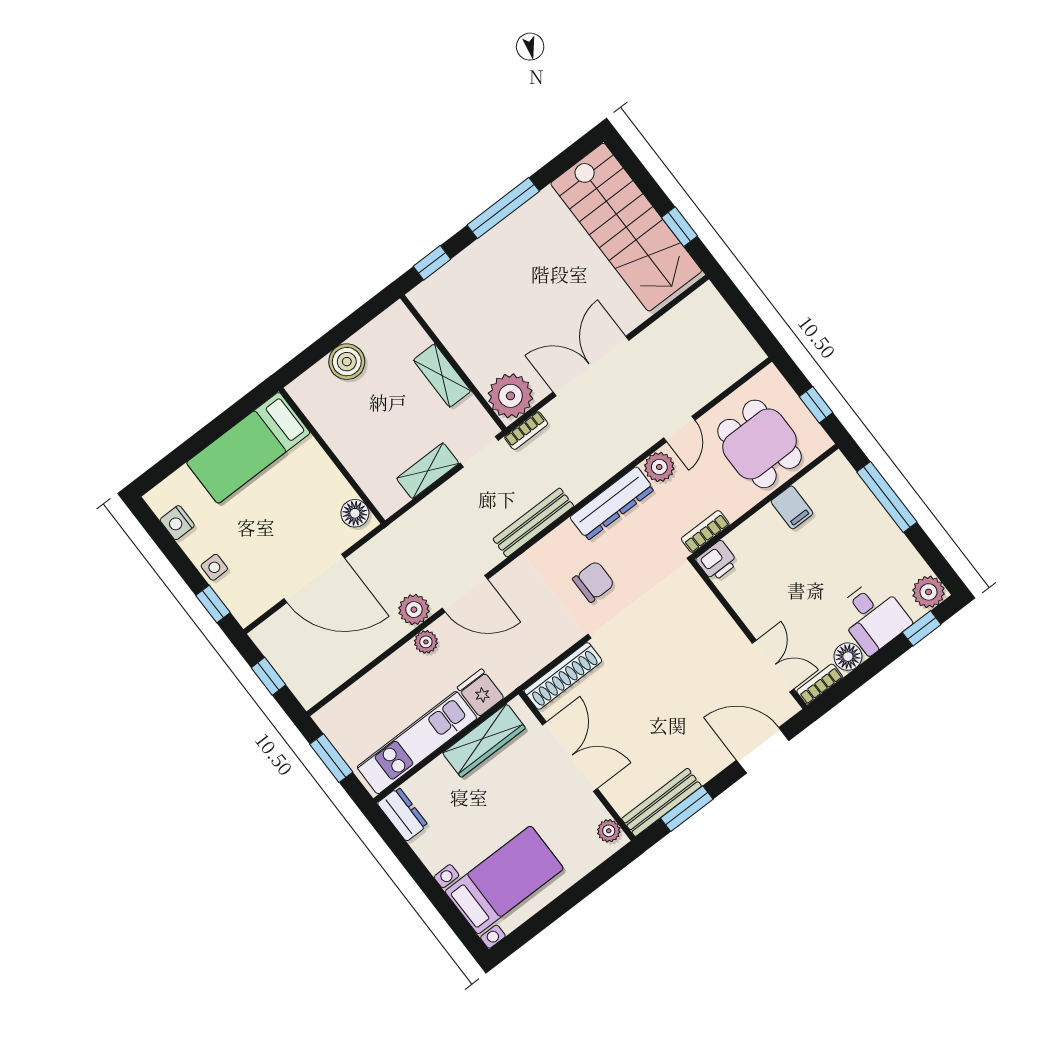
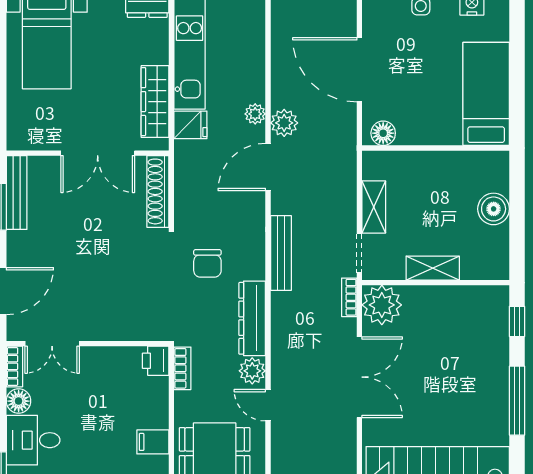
door: (314, 578) -> (359, 70), hinge flipped
plant: (609, 831) -> (25, 140), removed

